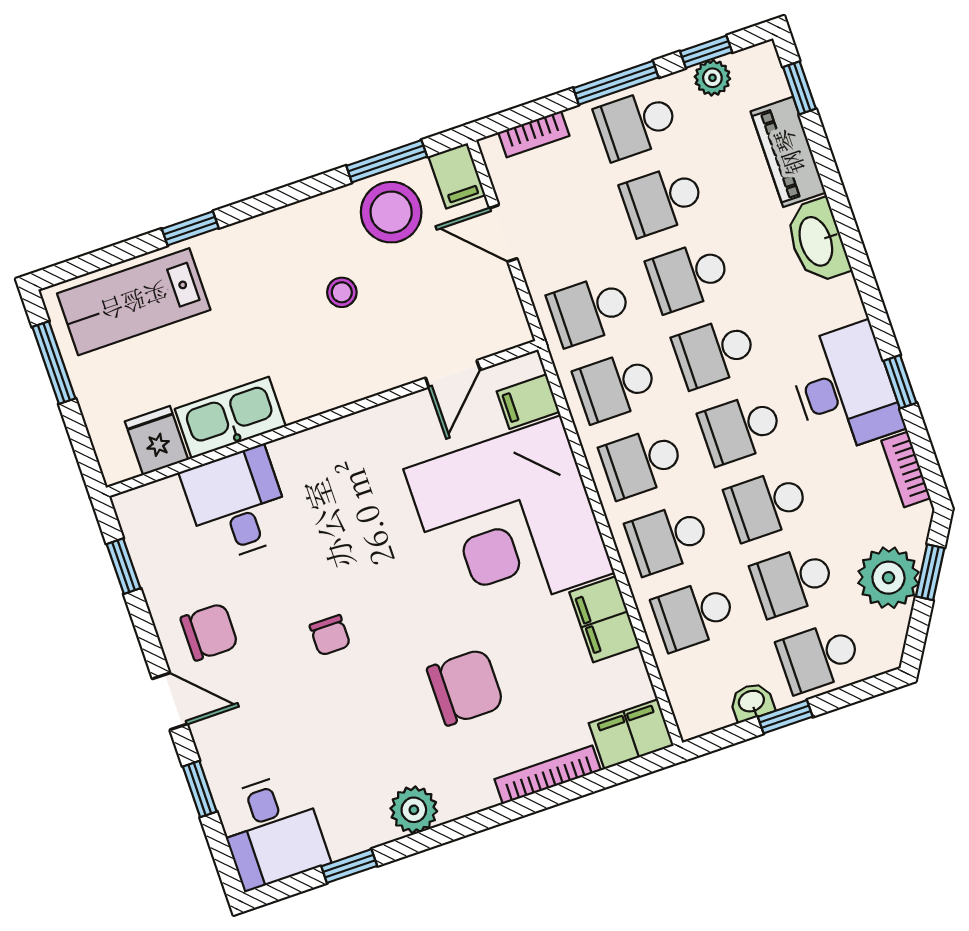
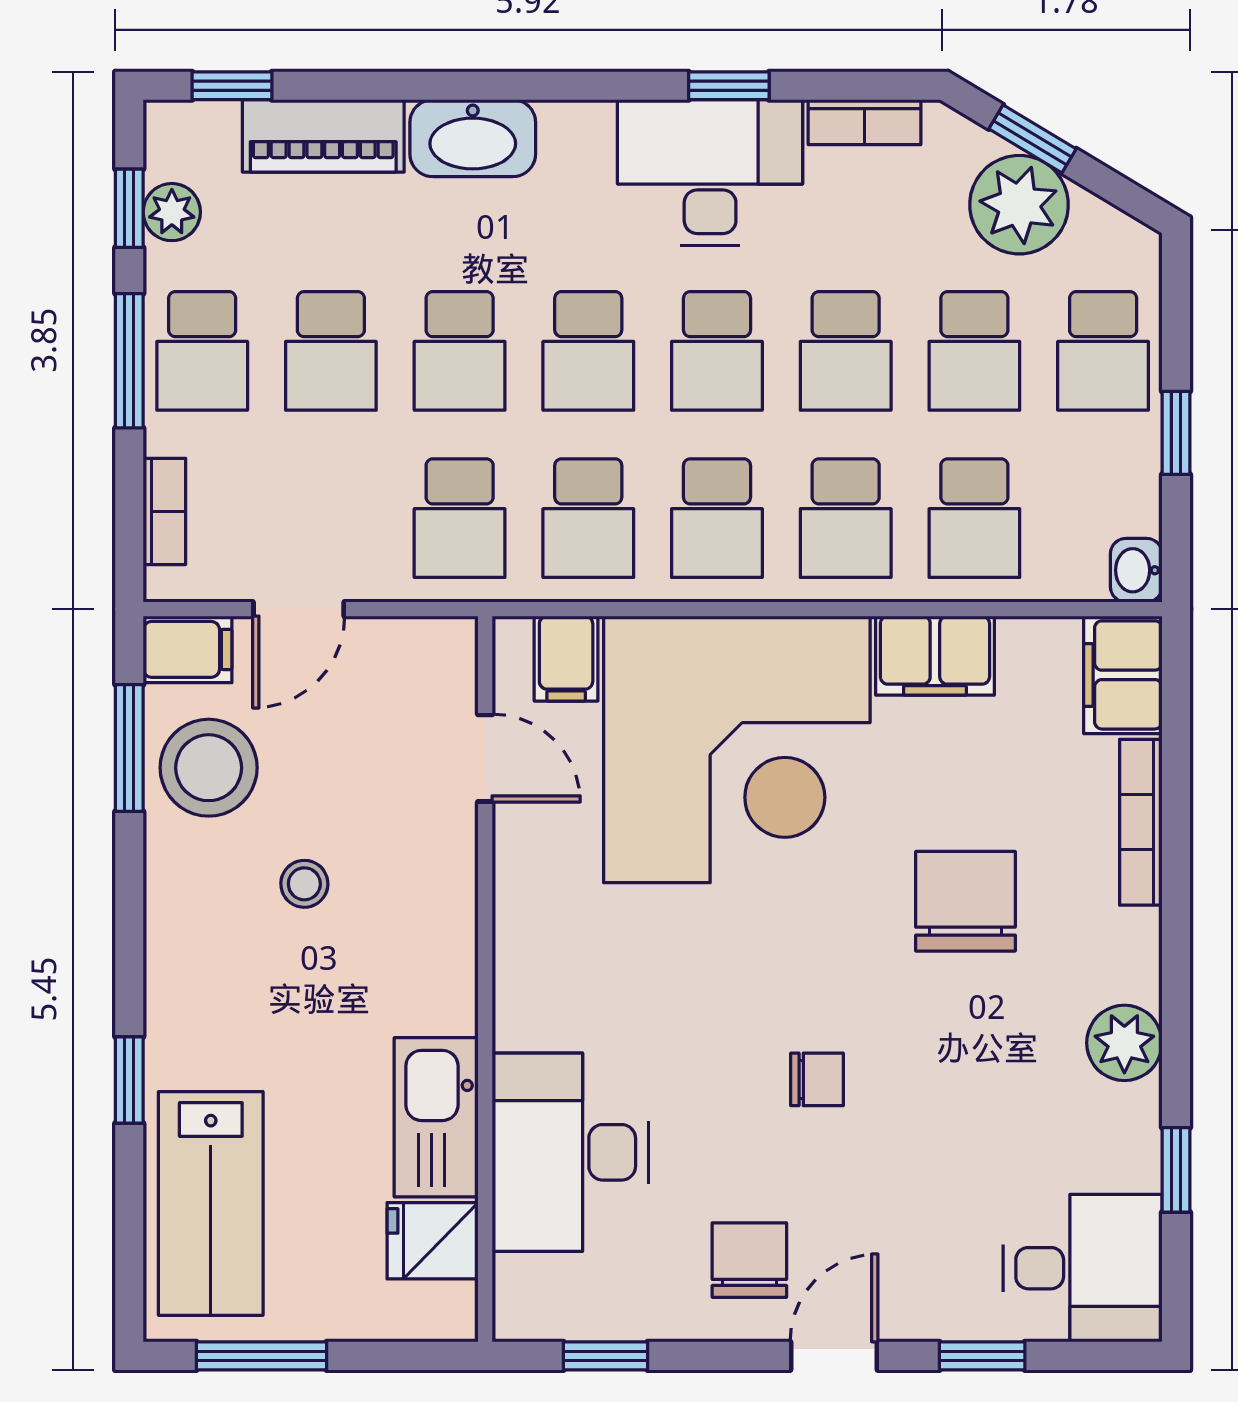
desk: (237, 504) -> (570, 1152), width x1.37
washbasin: (752, 702) -> (1136, 570), moved

